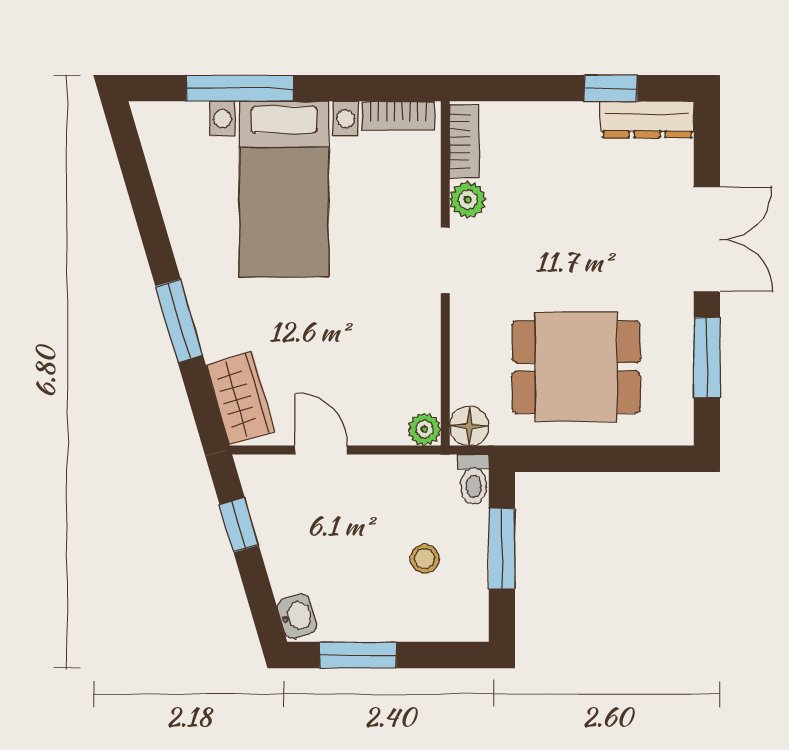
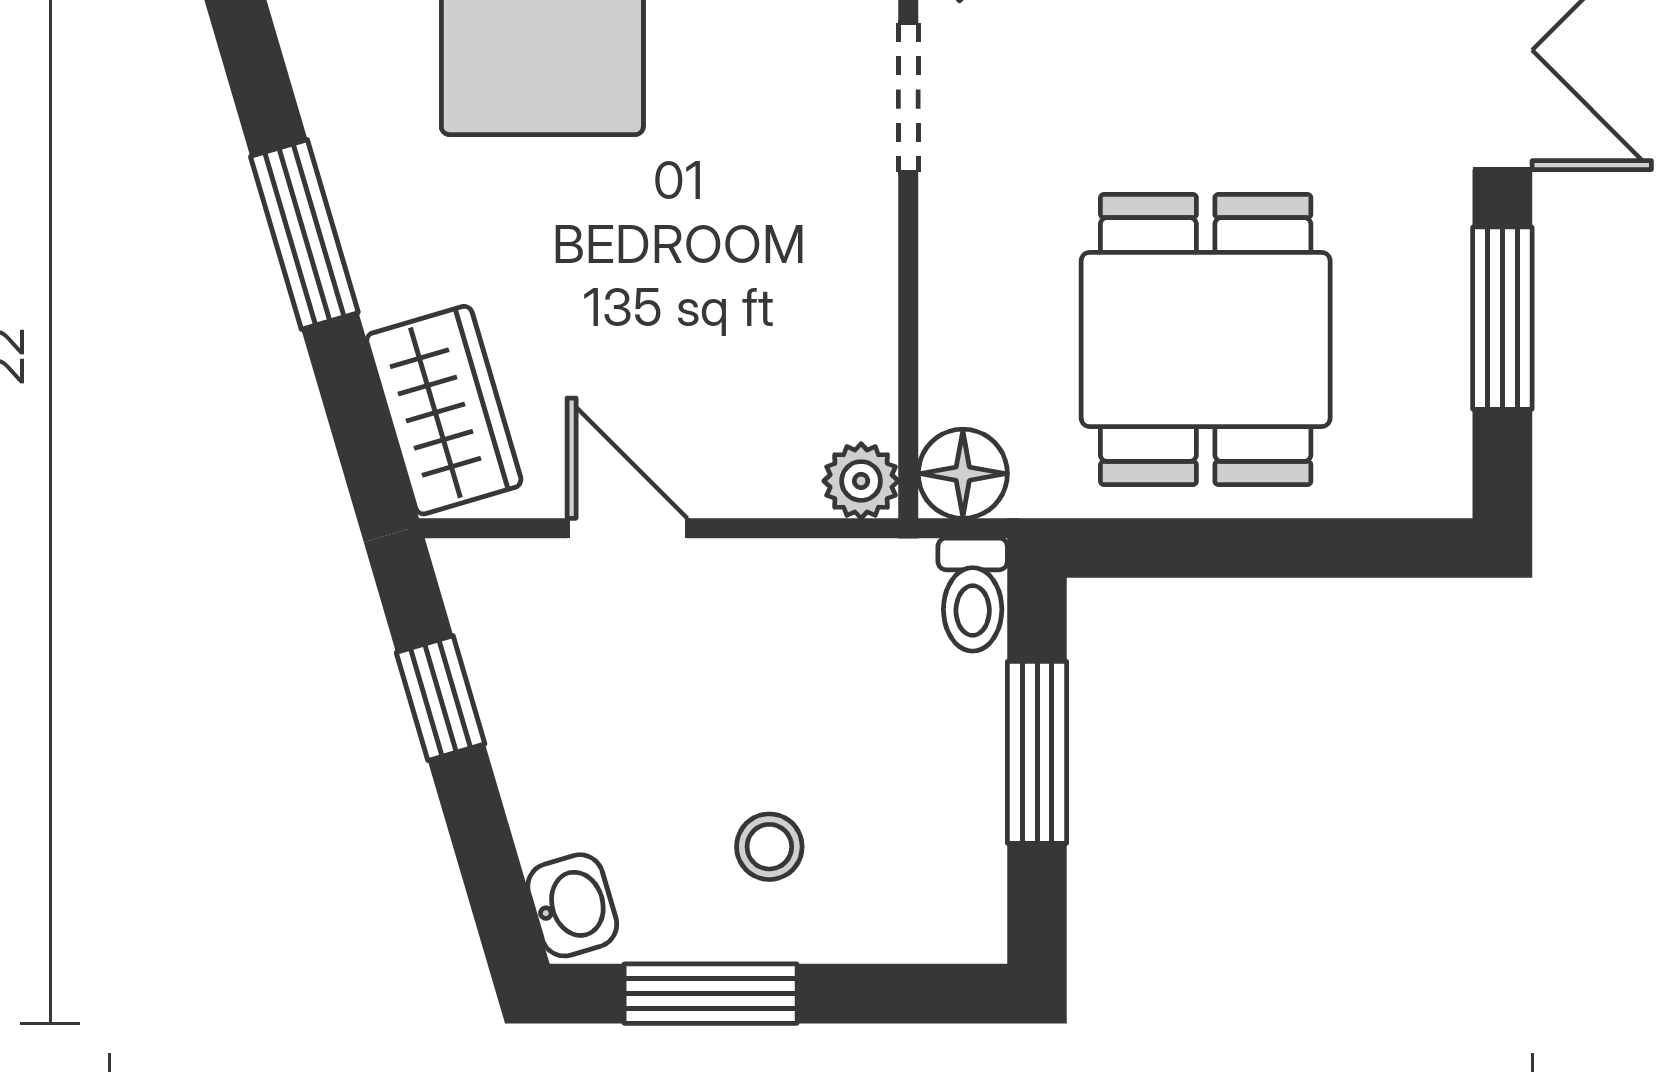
dining table: (576, 367) -> (1206, 339), turned 90
stool: (425, 559) -> (769, 847), moved

